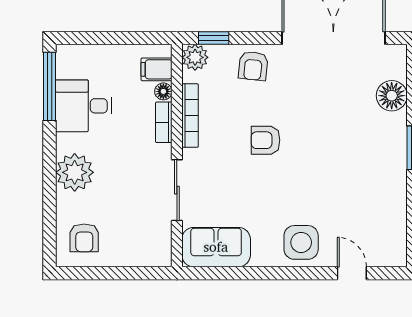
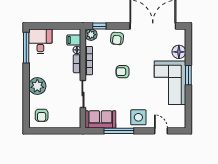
desk: (84, 106) -> (40, 41), moved, turned 90
corner sofa: (372, 165) -> (170, 83), added
window: (257, 273) -> (119, 131), added

